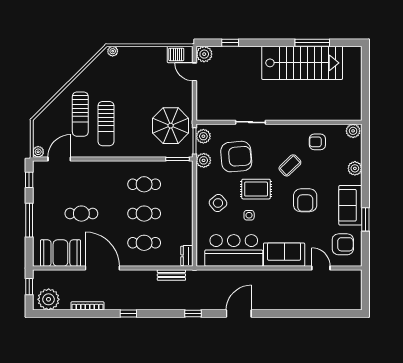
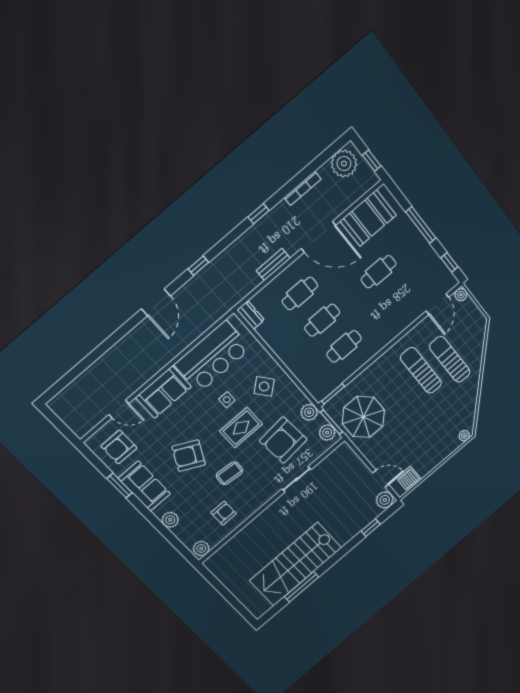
coffee table: (290, 165) -> (229, 473), turned 49
armchair: (305, 200) -> (189, 456), turned -63
bench: (171, 275) -> (273, 264), moved

